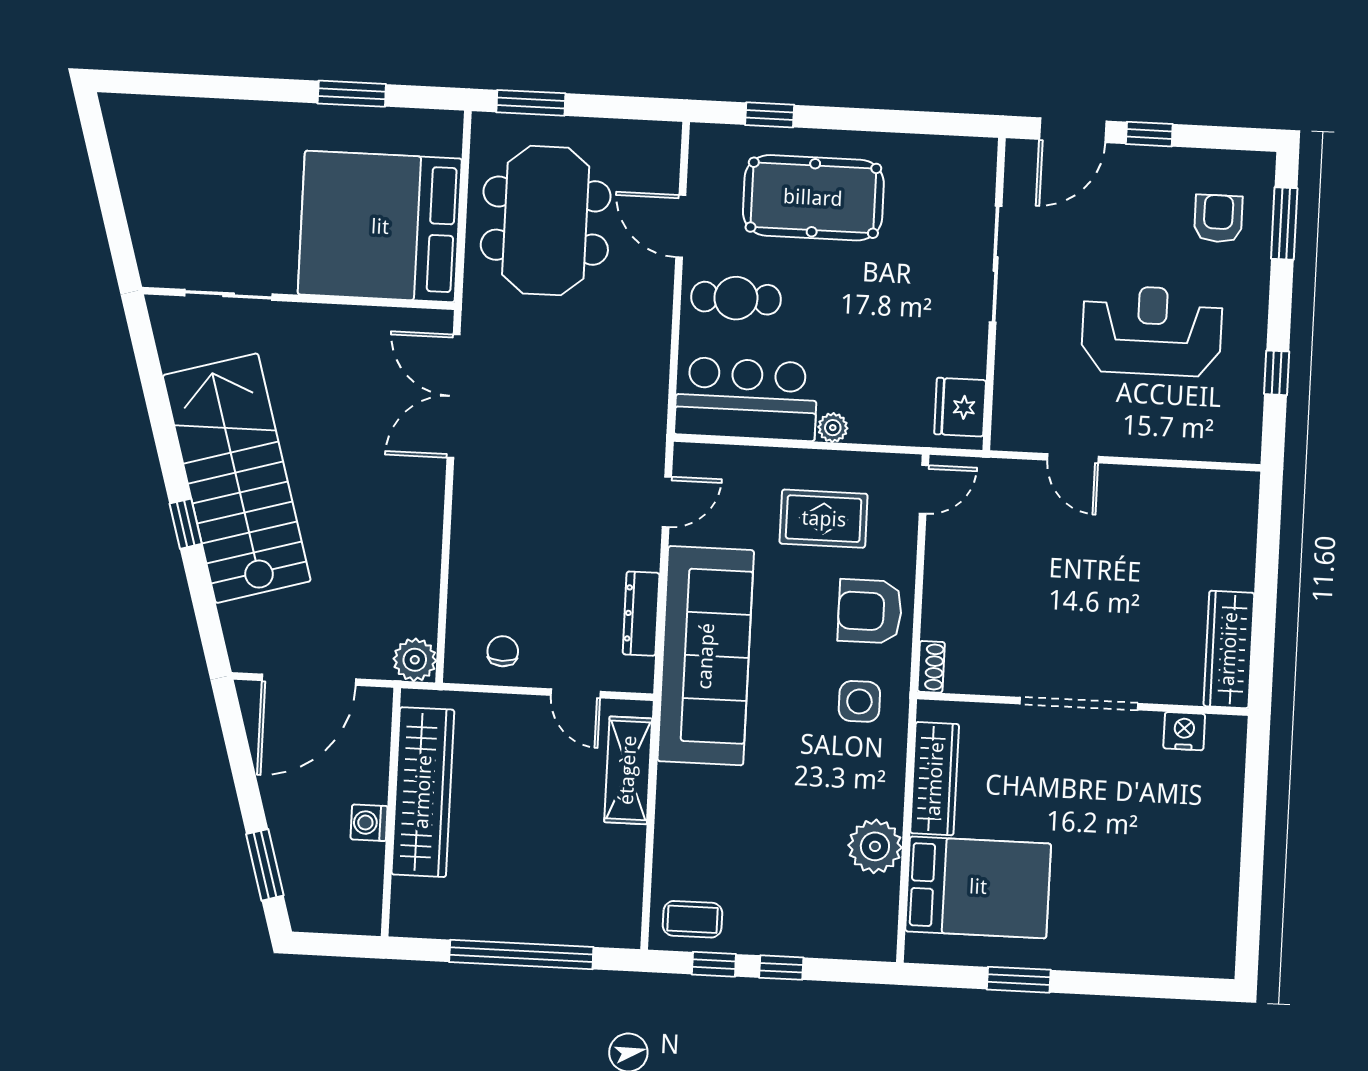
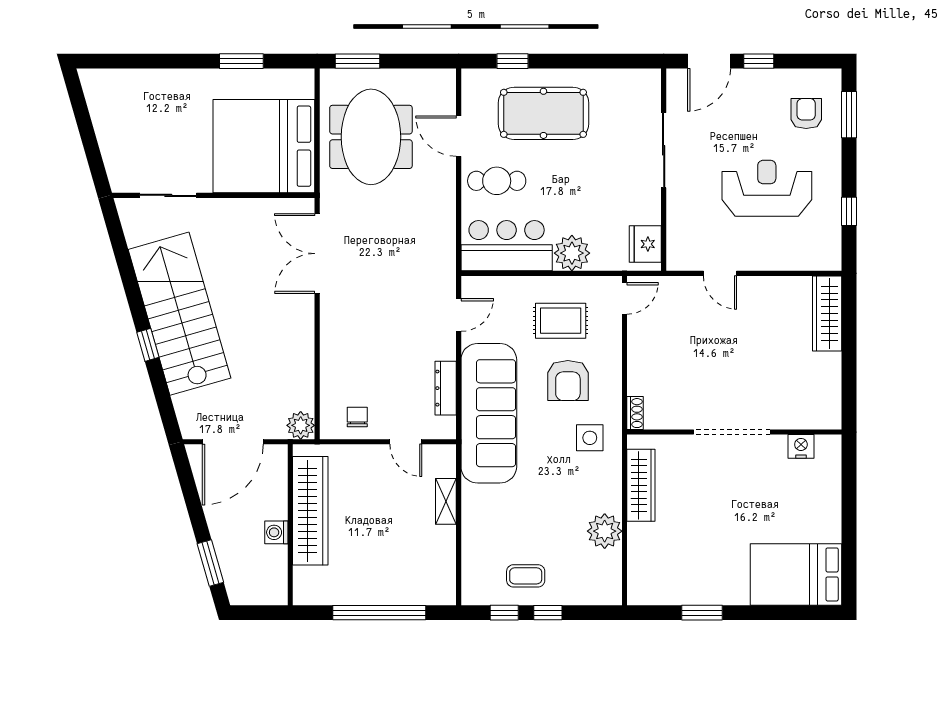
plant: (833, 428) -> (572, 253), width x1.88, depth x1.88
armchair: (870, 611) -> (568, 381), moved, turned -90
wardrobe: (1229, 649) -> (827, 313), moved
shelving: (628, 770) -> (446, 501), width x0.67, depth x0.75
bed: (978, 887) -> (796, 574), moved, turned 180
coffee table: (693, 919) -> (526, 576), moved

